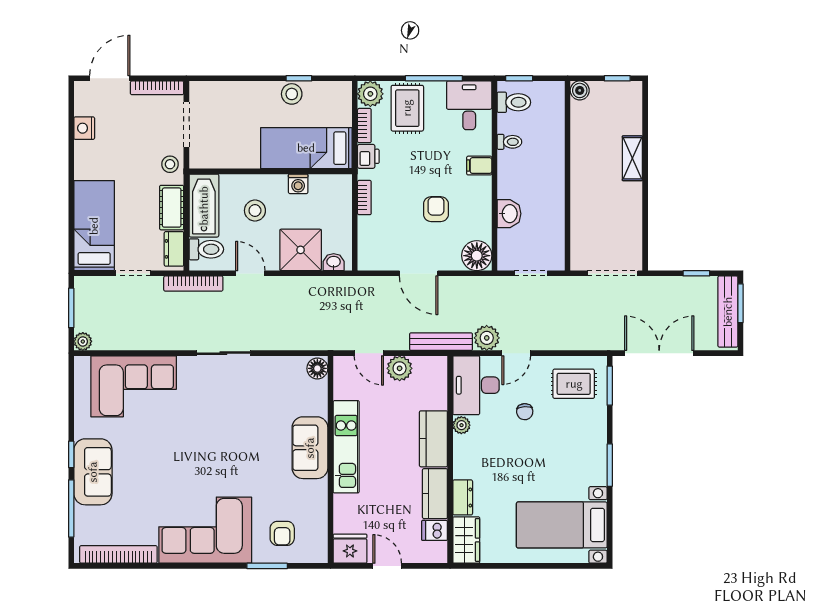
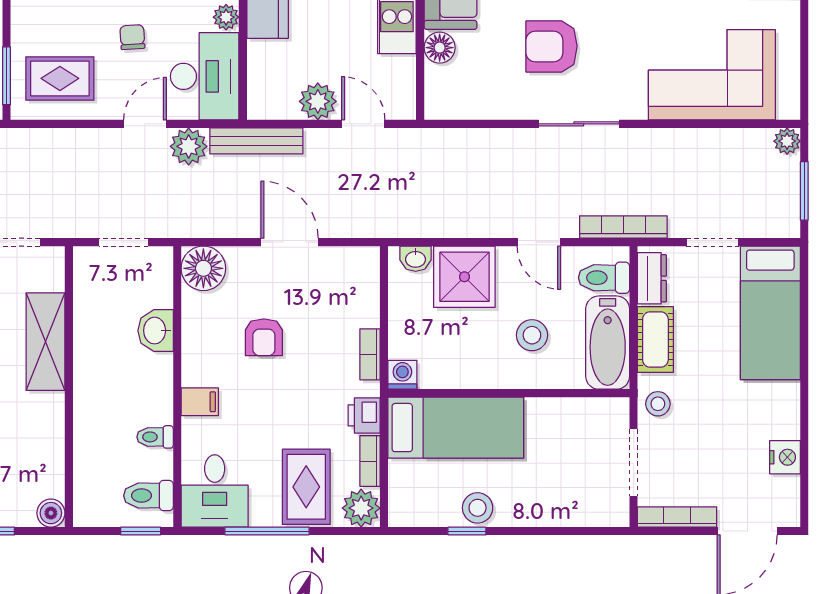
washing machine: (298, 184) -> (402, 375), moved
shelving: (583, 206) -> (45, 342), added
floor lamp: (317, 368) -> (440, 48), moved
armchair: (242, 405) -> (552, 46), added

